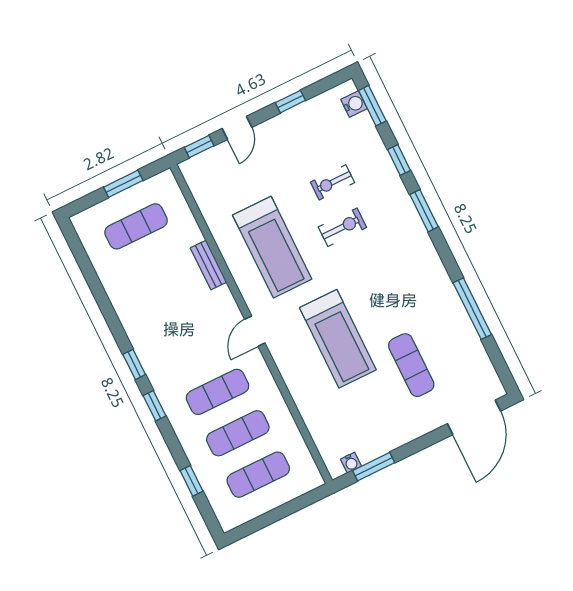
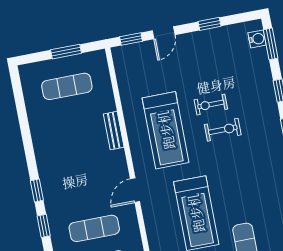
exercise bike: (333, 182) -> (211, 104), moved

